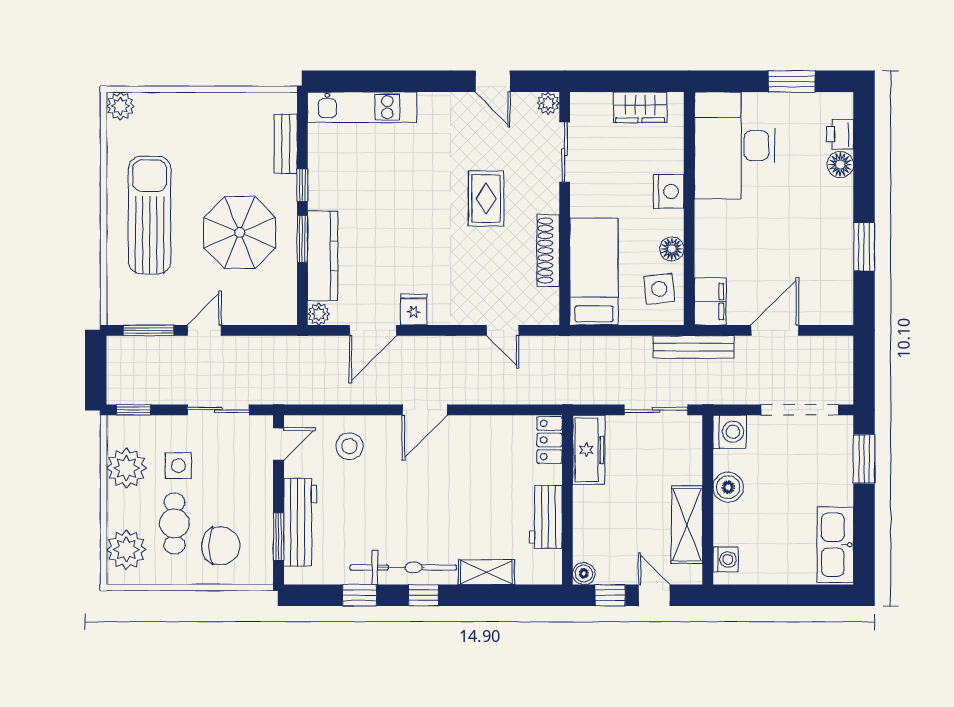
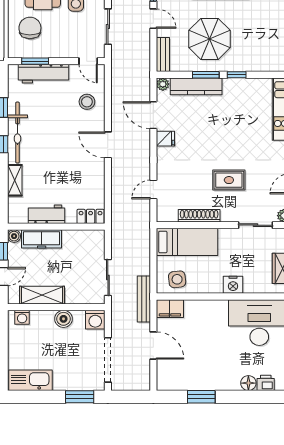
bench: (286, 144) -> (163, 55), moved, turned 90
floor lamp: (672, 249) -> (200, 287), removed
freezer: (589, 450) -> (42, 239), moved
chair: (221, 546) -> (30, 28), turned 180

